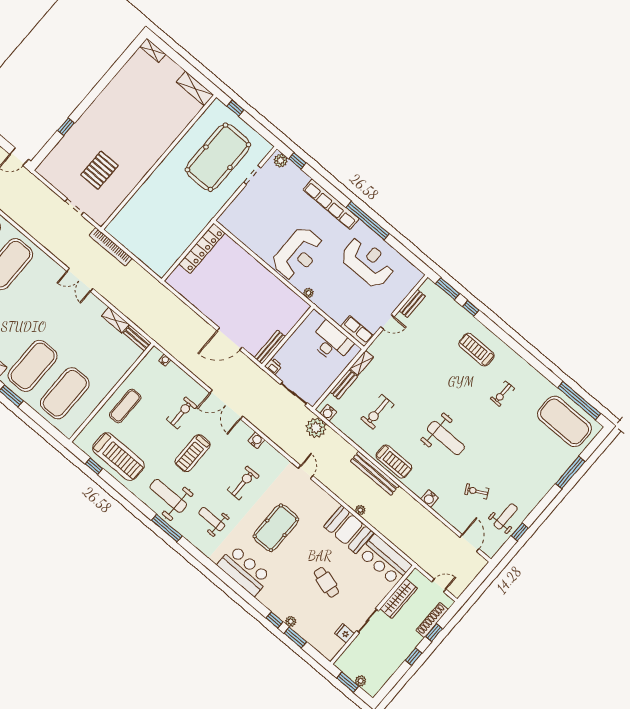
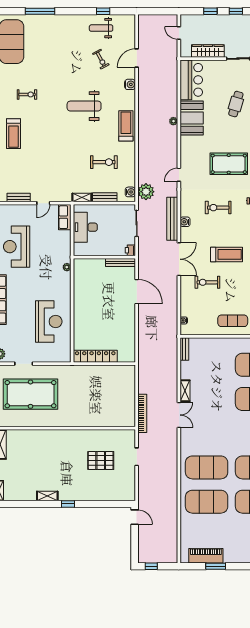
shelving: (109, 91) -> (47, 496), added
window: (66, 127) -> (68, 504), moved
reception desk: (298, 254) -> (49, 322), moved, turned 90
shelving: (115, 320) -> (185, 391), moved
door: (387, 322) -> (43, 203), swing flipped
weight bench: (446, 438) -> (84, 106), turned -90
bench: (375, 473) -> (172, 219), moved
door: (469, 543) -> (137, 58), moved
shoe rack: (432, 620) -> (204, 19), removed

